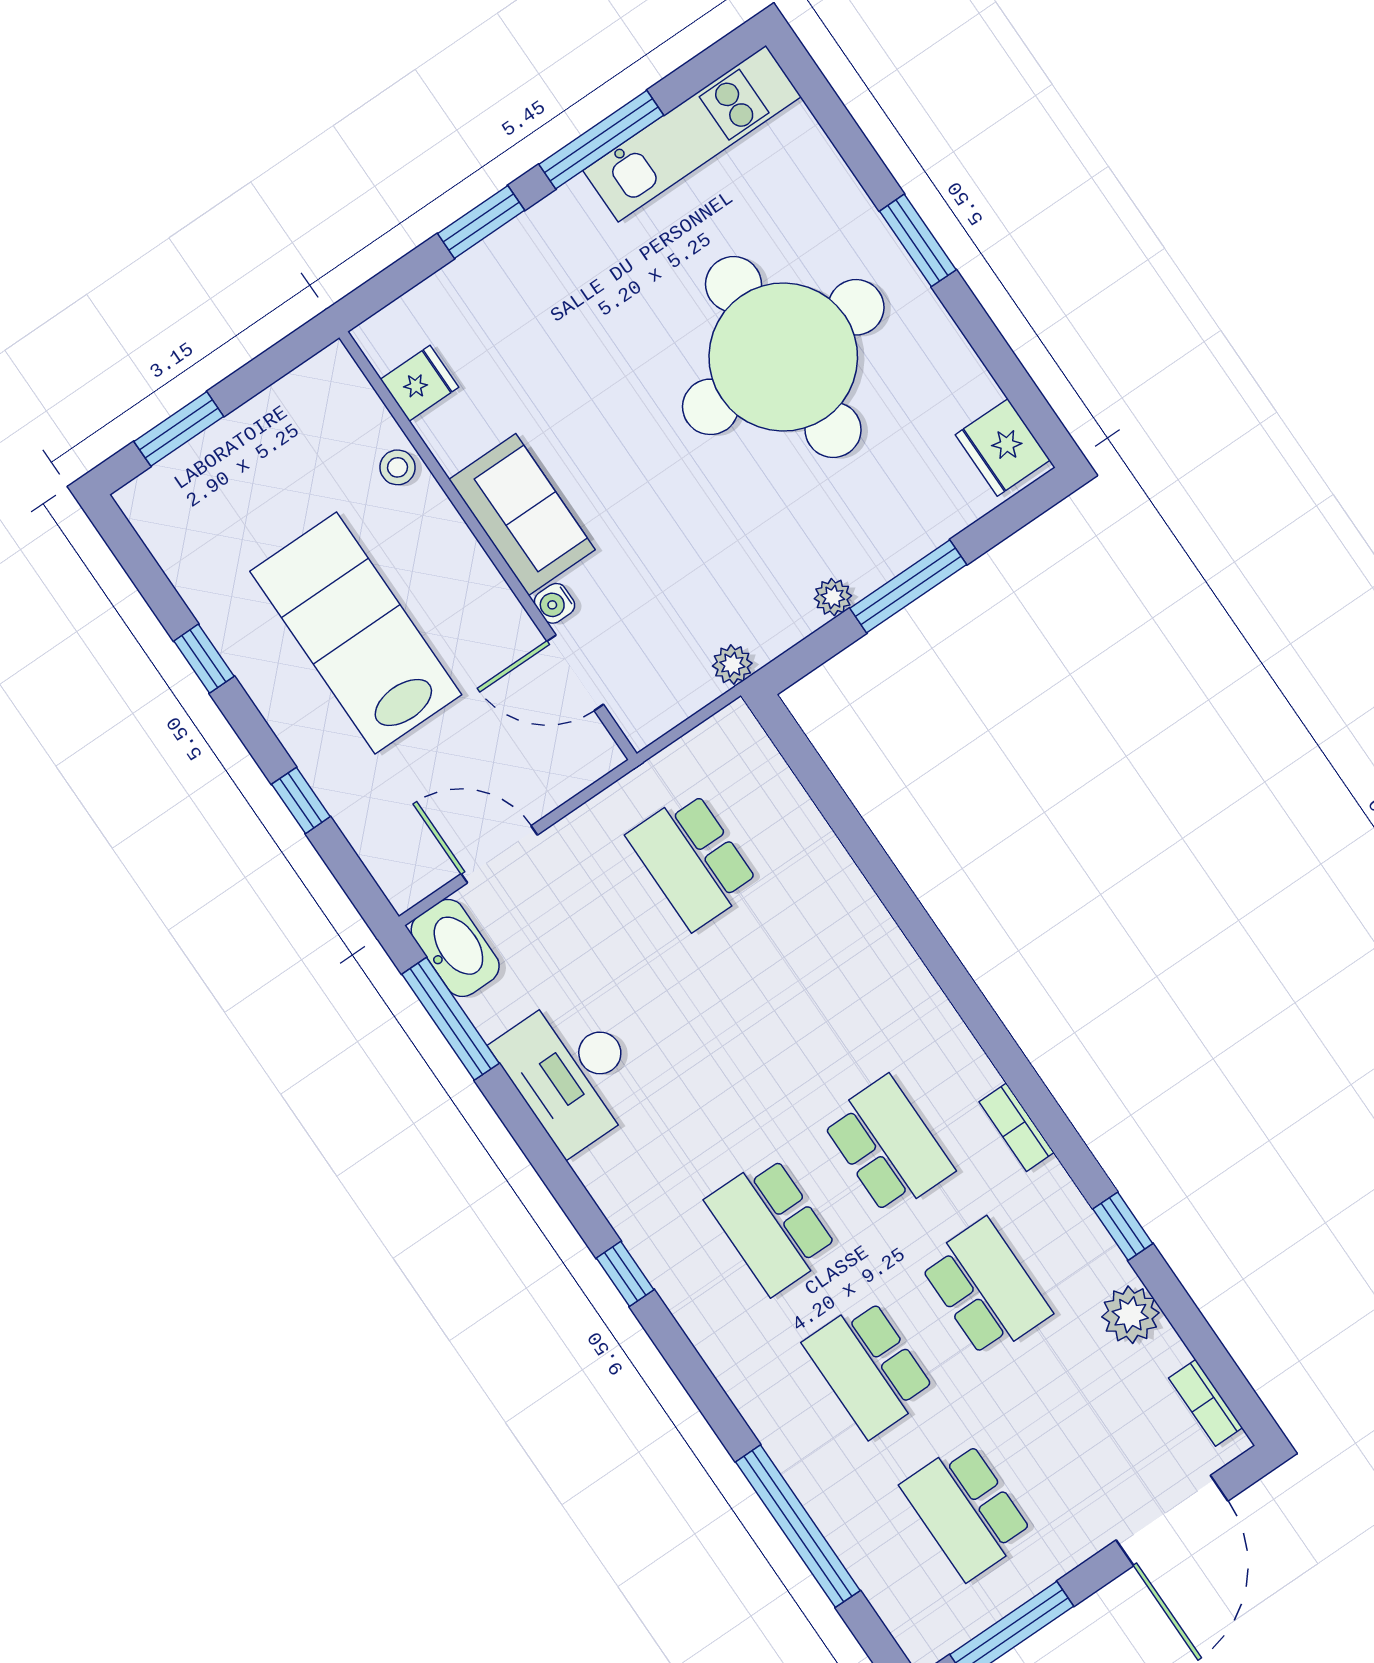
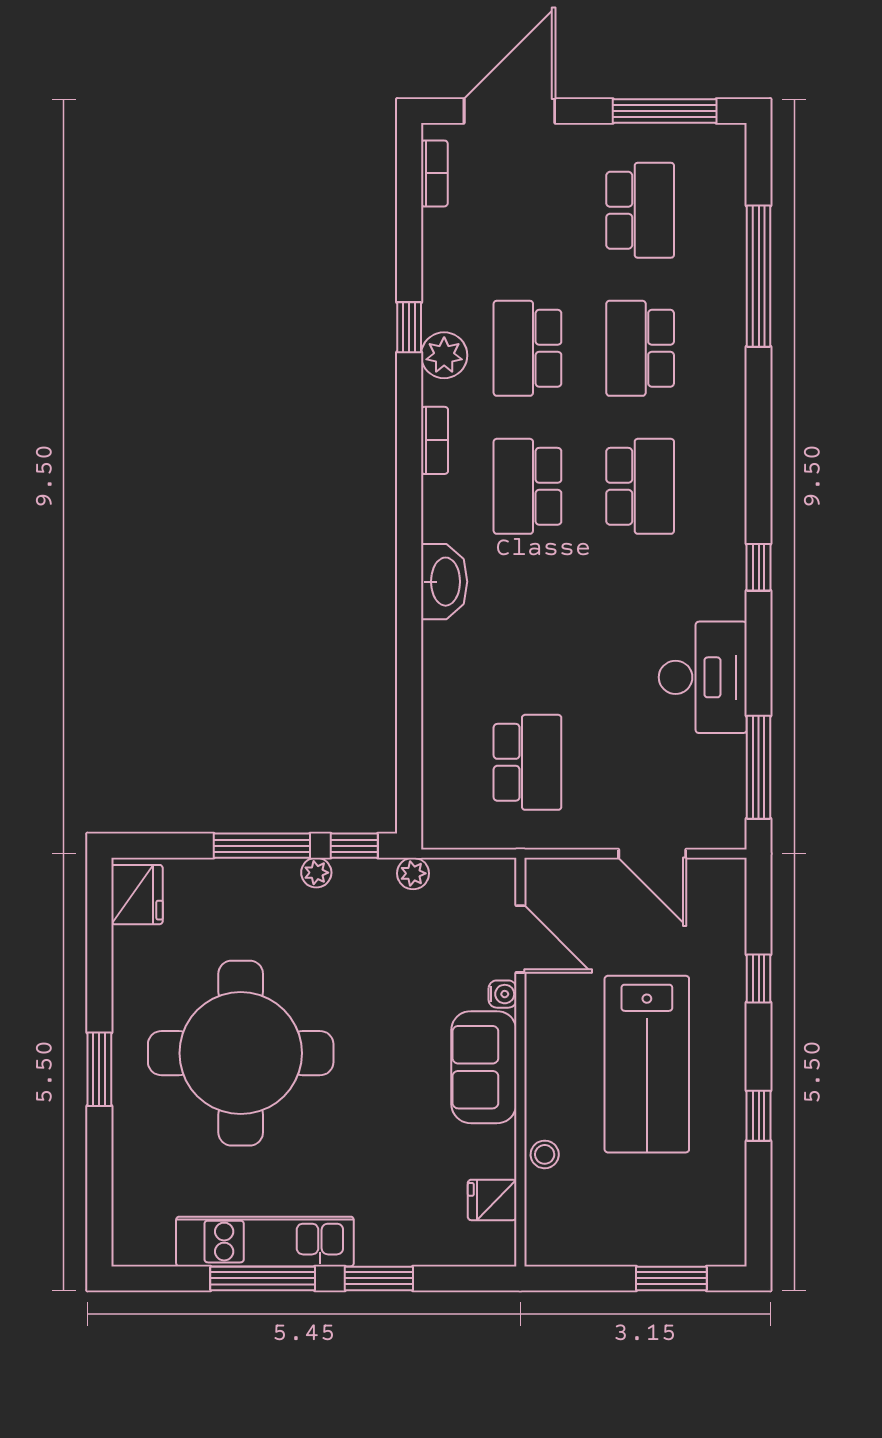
kitchen unit: (692, 134) -> (265, 1242), moved
window: (813, 652) -> (354, 846), added
washbasin: (455, 948) -> (444, 582), moved, turned 180
window: (625, 1274) -> (759, 567), moved
plant: (1130, 1315) -> (444, 355), moved
school desk: (869, 1368) -> (640, 348), turned 180

